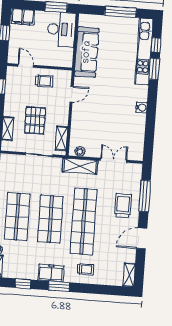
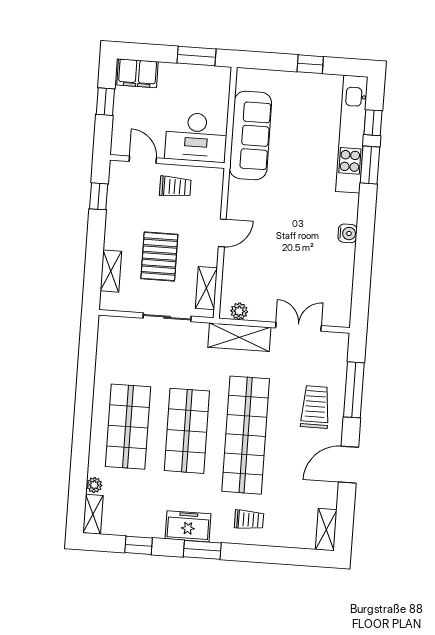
window: (120, 12) -> (310, 64), width x0.46
desk: (61, 29) -> (196, 137), moved, turned 90
door: (72, 94) -> (222, 233), moved

